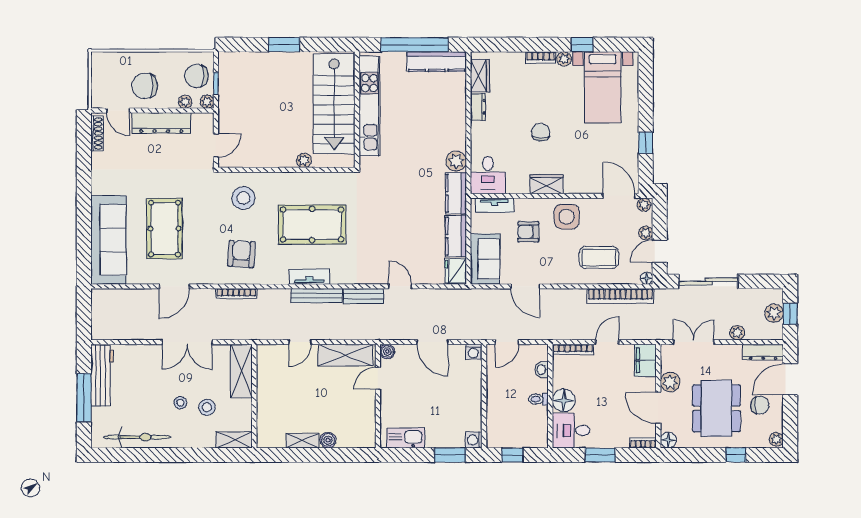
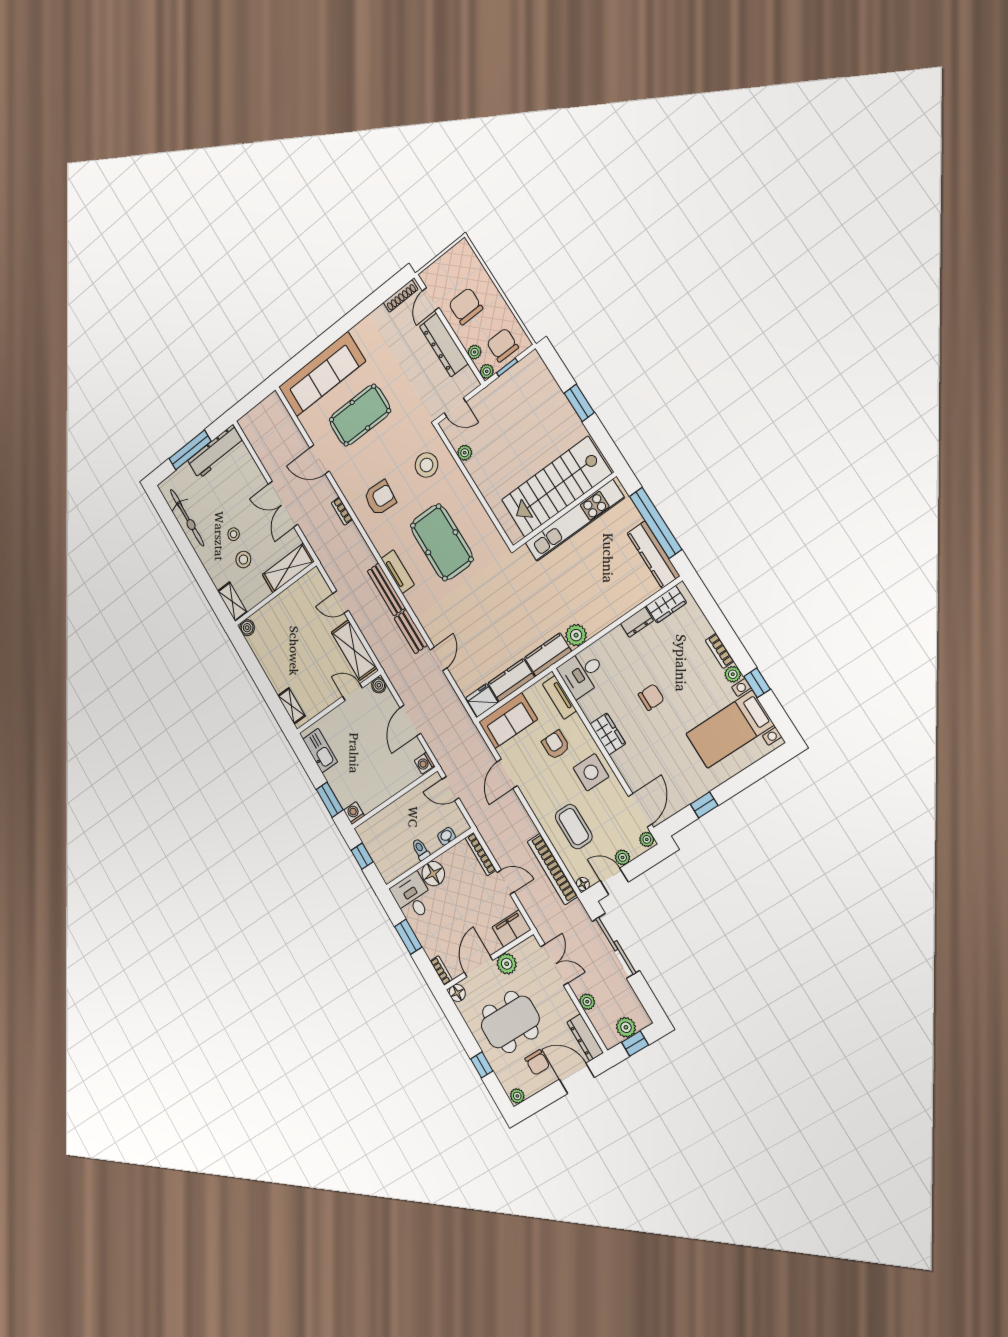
plant: (304, 160) -> (465, 453), moved
bookcase: (236, 294) -> (342, 511), width x0.64
boiler: (328, 440) -> (247, 628), moved
shelving: (302, 441) -> (291, 706), moved

